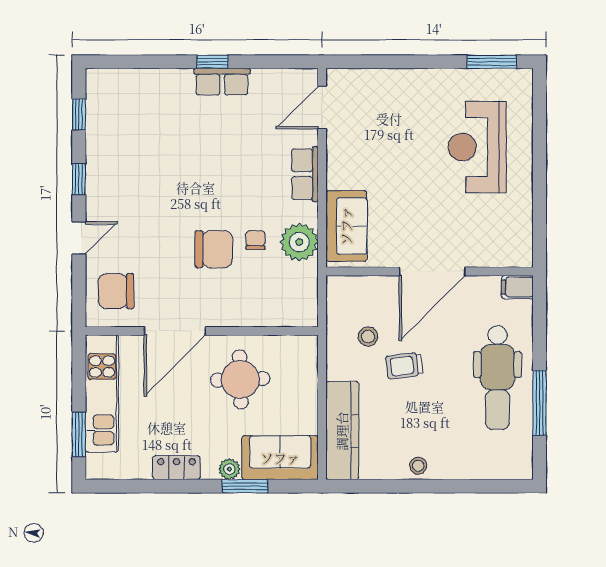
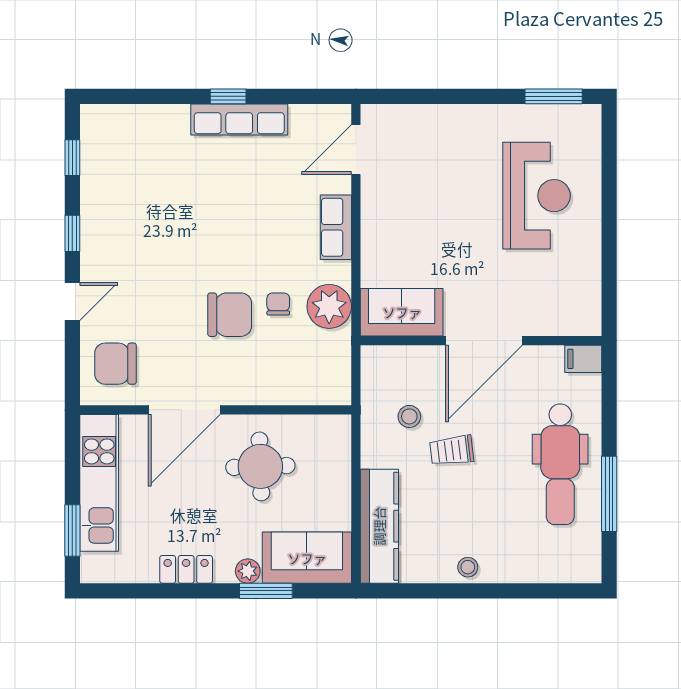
row of seats: (222, 82) -> (239, 119), width x1.48
reception desk: (477, 147) -> (537, 196), turned 180
sofa: (346, 226) -> (402, 312), moved, turned -90

